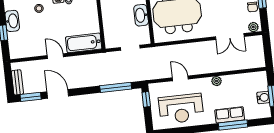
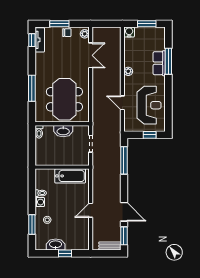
bathtub: (84, 43) -> (70, 176), moved, turned -90
door: (180, 78) -> (122, 103), hinge flipped
door: (58, 94) -> (124, 212), swing flipped
water cooler: (263, 97) -> (129, 32), moved
window: (146, 99) -> (150, 135), moved

